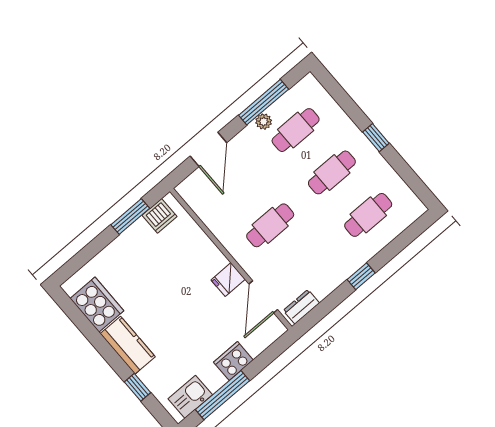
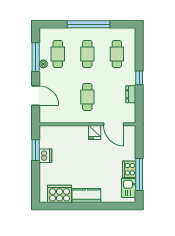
window: (376, 138) -> (88, 24), width x3.17
dishwasher: (159, 216) -> (45, 156), moved
dresser: (301, 307) -> (131, 94), moved
cooker: (233, 361) -> (129, 169), moved
window: (137, 387) -> (107, 206), removed

